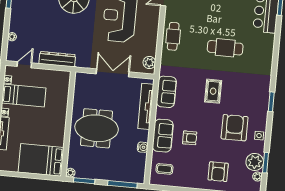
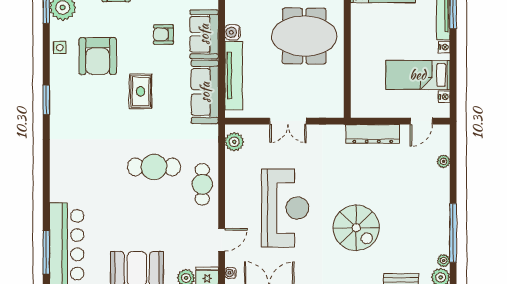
cafe table: (225, 48) -> (154, 167), moved
double door: (113, 73) -> (288, 121), width x0.73
rug: (213, 91) -> (141, 91), moved
sofa: (166, 92) -> (205, 92), width x1.36
water cooler: (143, 147) -> (233, 32), moved

